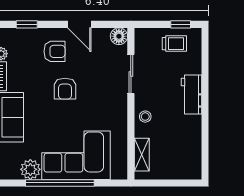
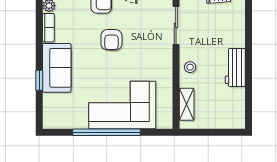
workbench: (191, 95) -> (235, 67), moved
plant: (30, 169) -> (78, 119), removed

